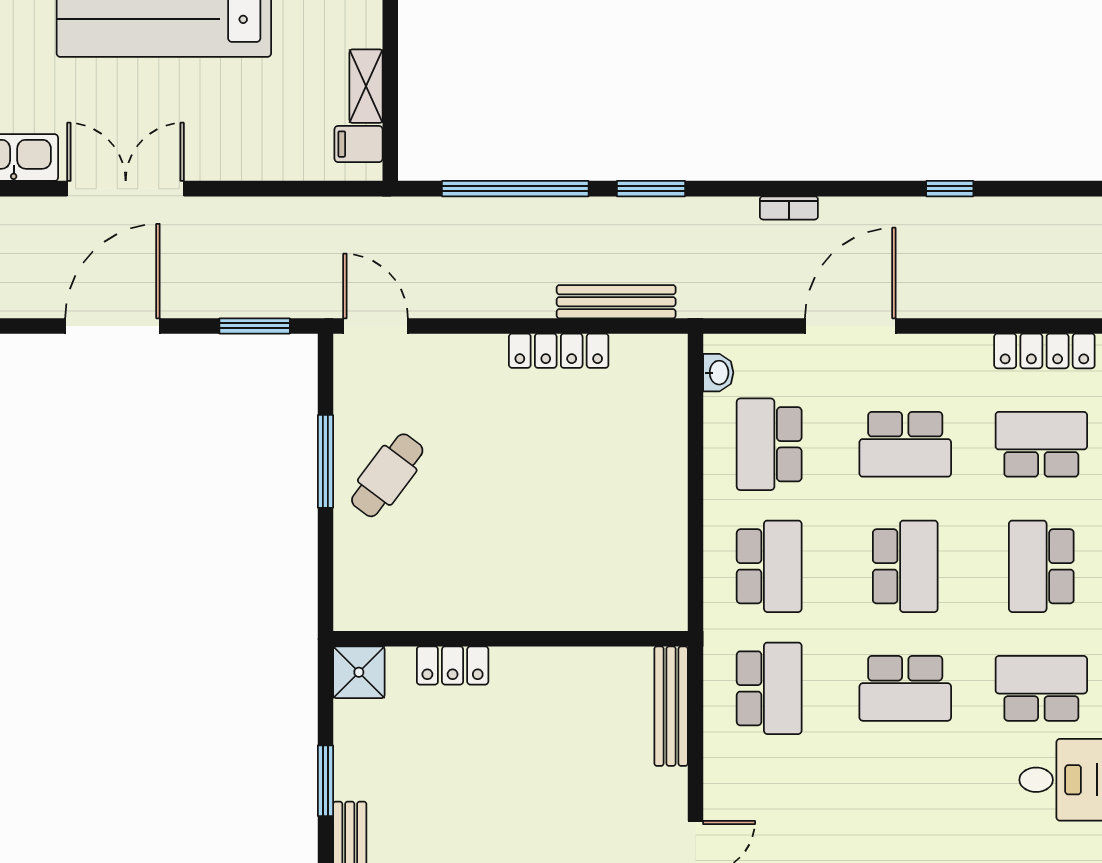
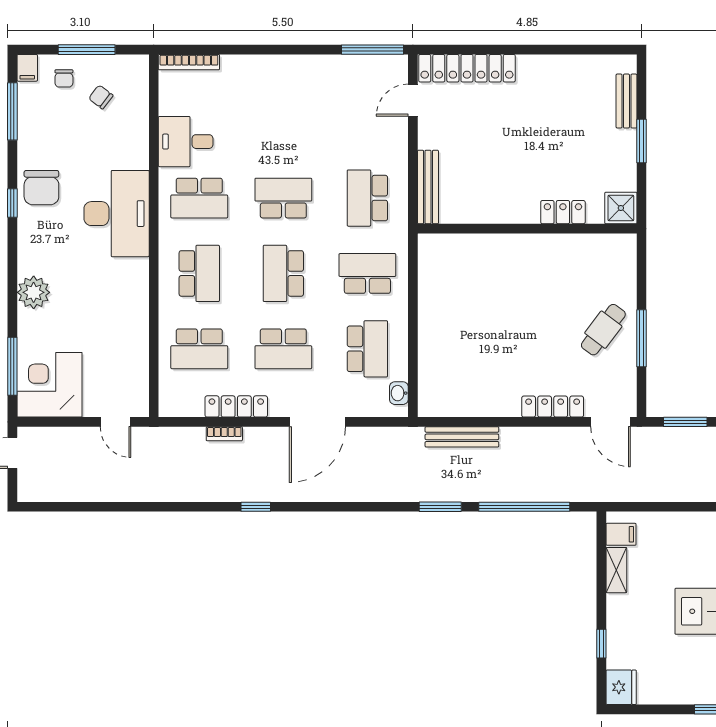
bookcase: (789, 208) -> (224, 434), moved, turned 180
locker: (559, 351) -> (553, 407), moved
locker: (1044, 351) -> (236, 406), moved
school desk: (905, 444) -> (283, 349), turned 180
school desk: (769, 566) -> (367, 273), turned 90

